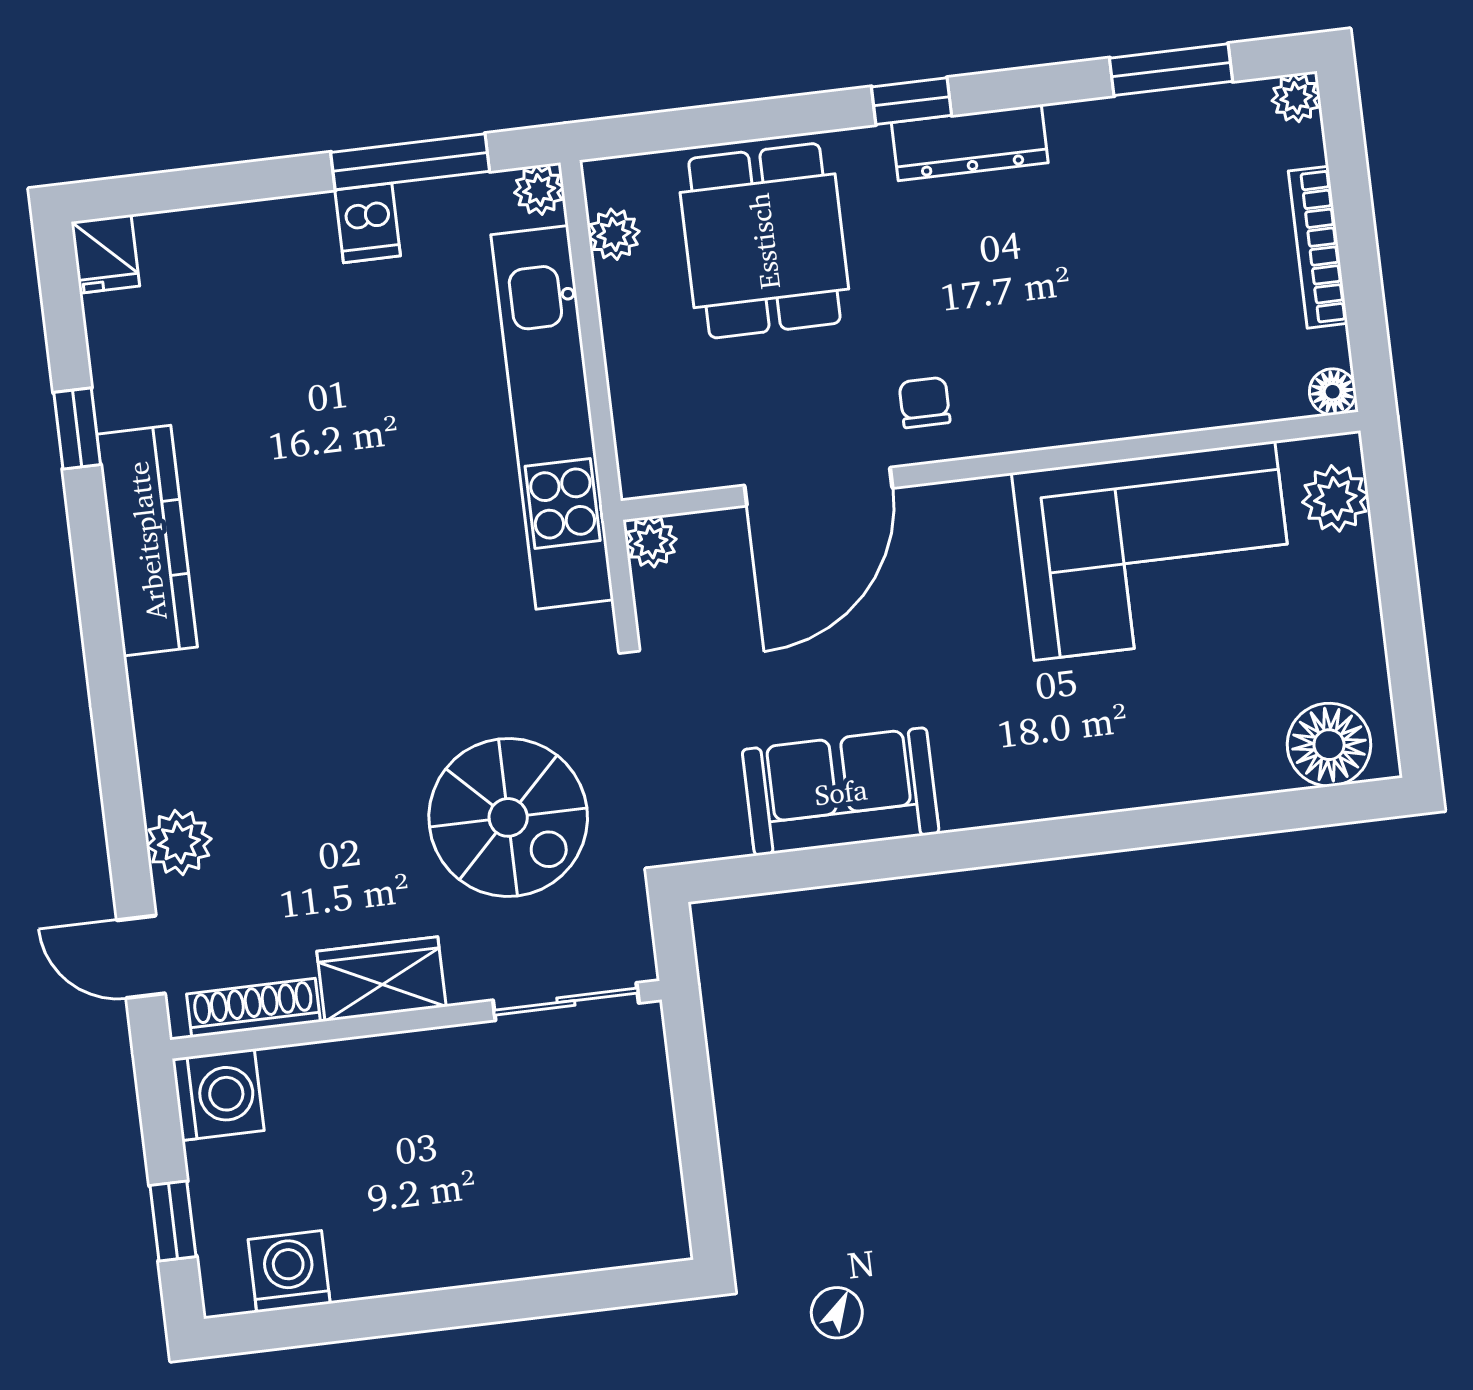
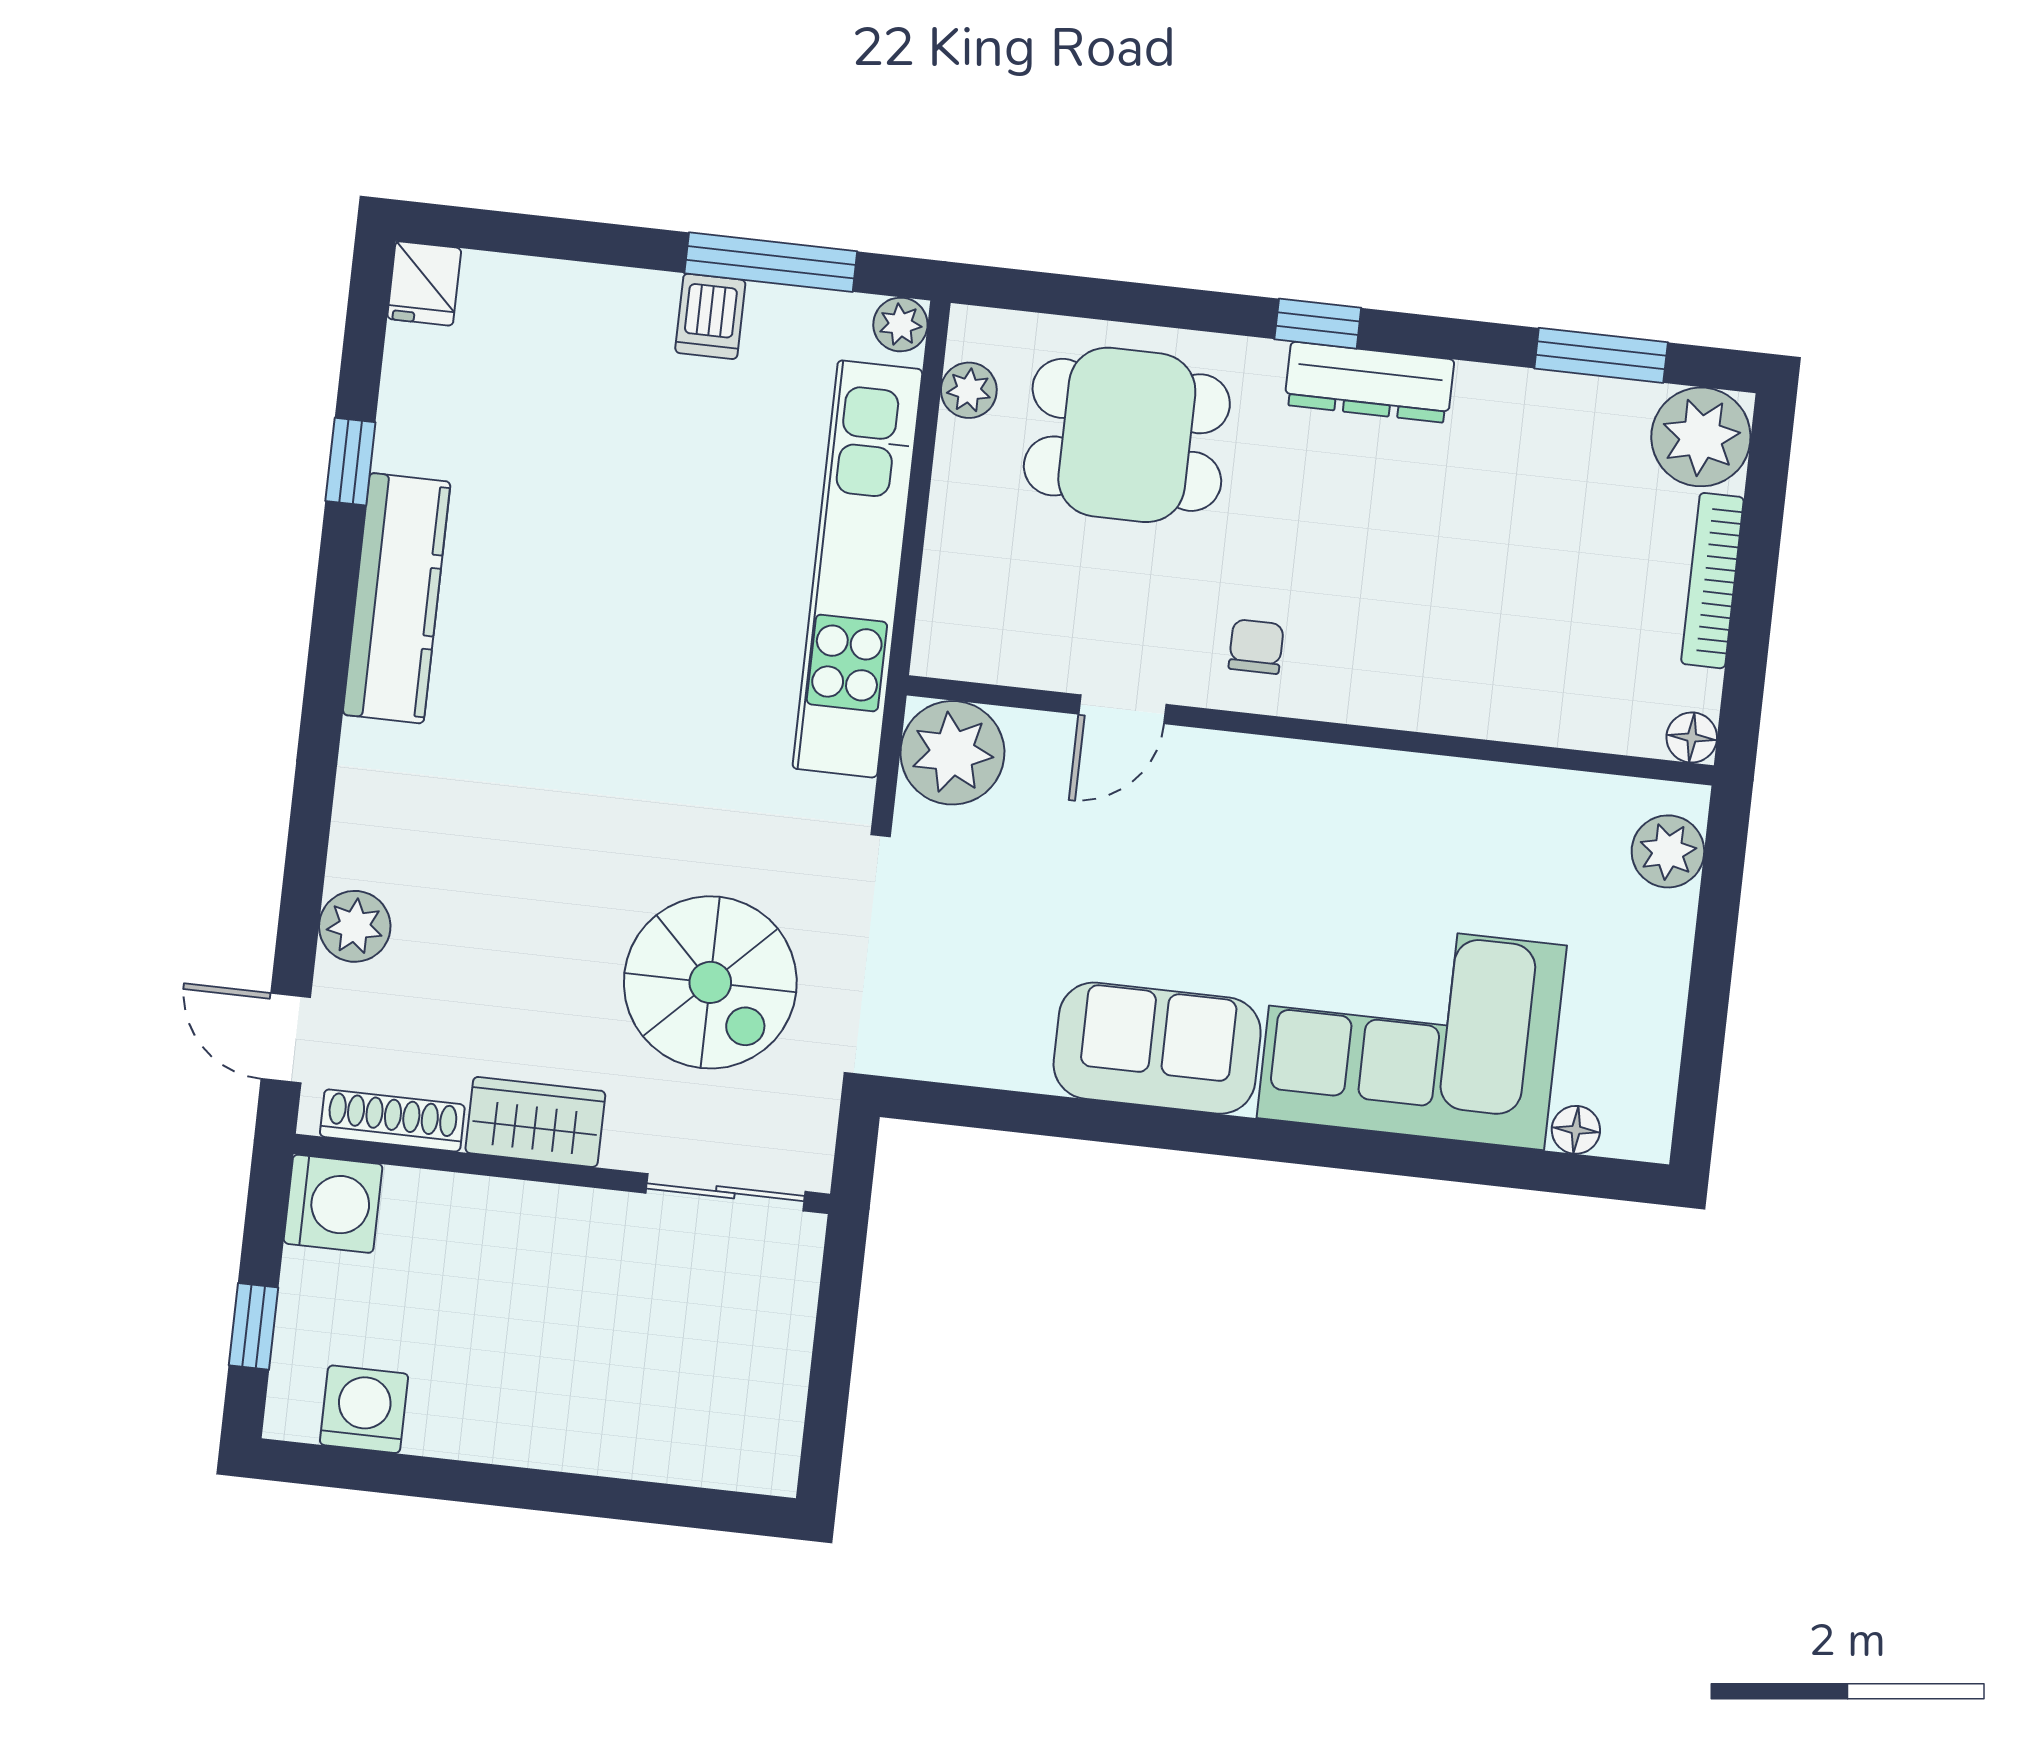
plant: (1296, 98) -> (1701, 437), width x1.87, depth x1.87
dining table: (764, 241) -> (1127, 435), turned 90
door: (818, 487) -> (1122, 709), width x0.53
plant: (651, 542) -> (952, 753), width x1.87, depth x1.87
corner sofa: (1154, 551) -> (1412, 1032), moved, turned 180
floor lamp: (1329, 745) -> (1576, 1130), width x0.53, depth x0.53
sofa: (841, 792) -> (1157, 1048), moved

